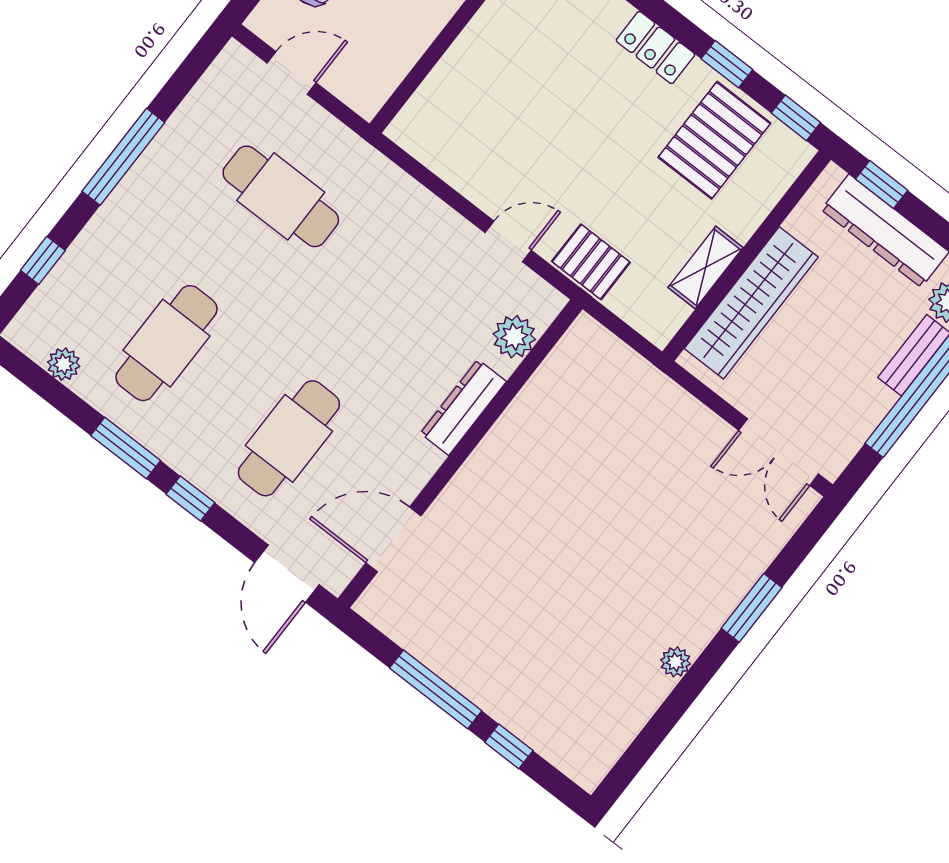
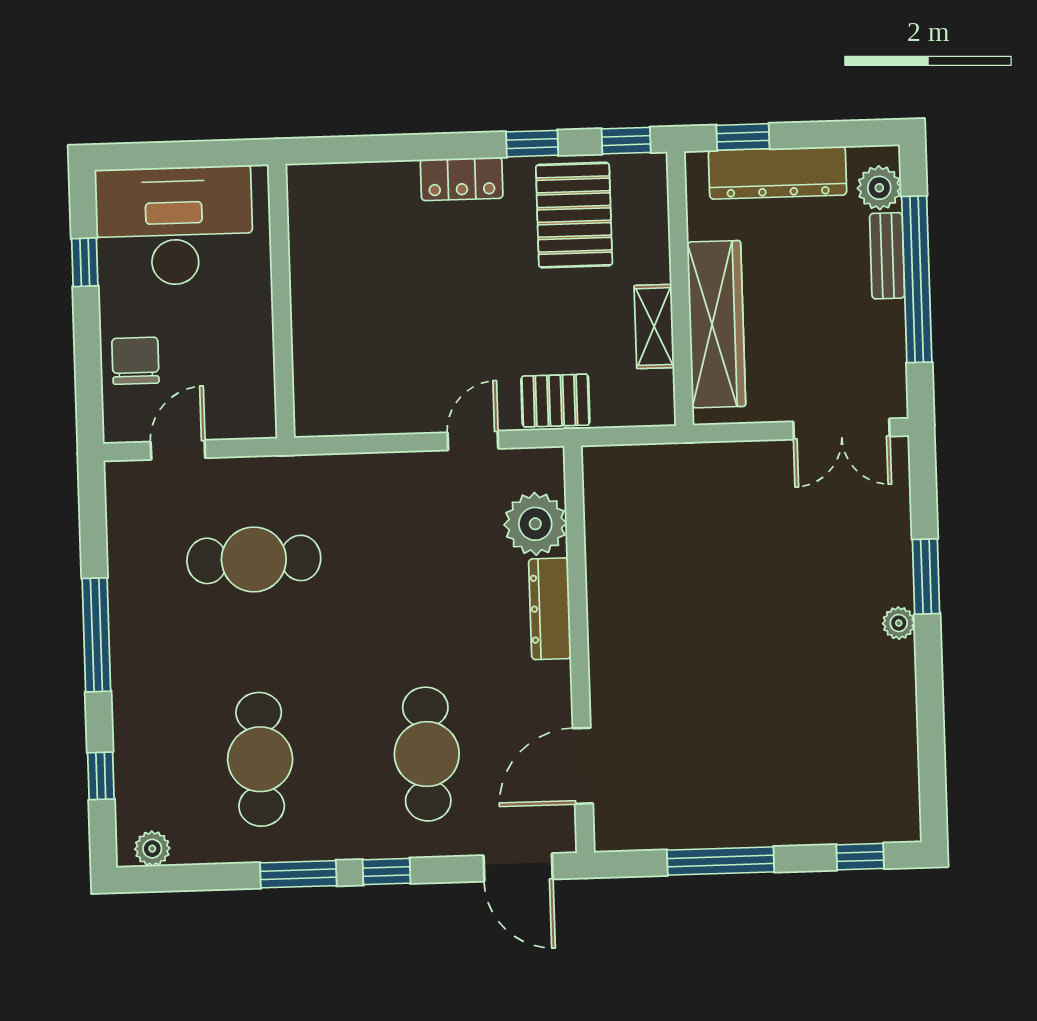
plant: (514, 337) -> (535, 524), width x1.36, depth x1.36
plant: (64, 364) -> (152, 849), moved
plant: (676, 662) -> (899, 623), moved
window: (509, 746) -> (860, 857), moved

